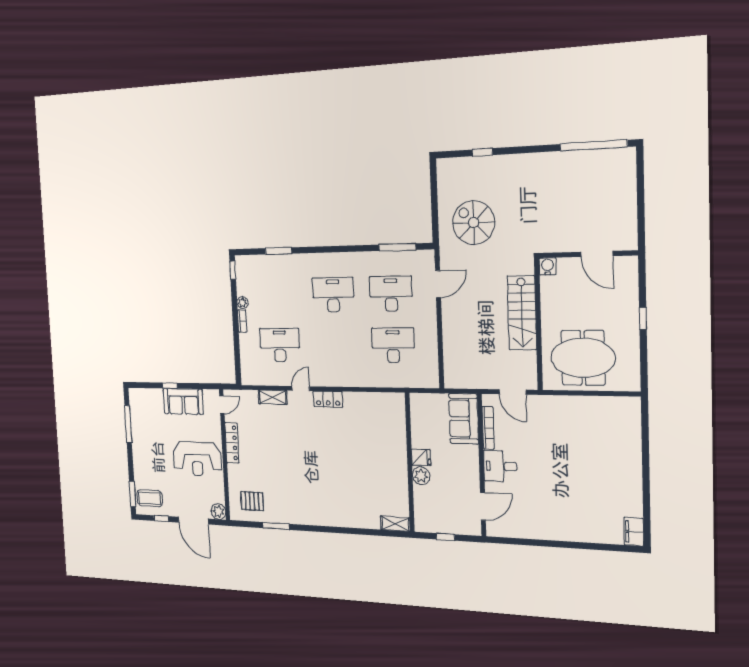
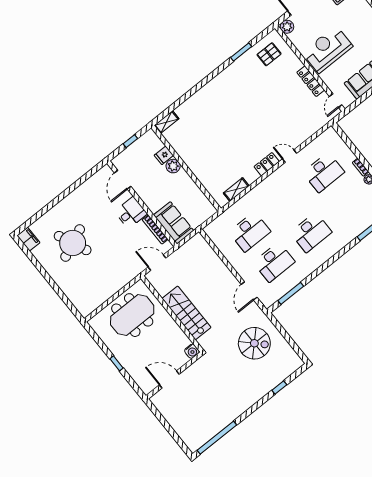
door: (301, 388) -> (290, 156), swing flipped
shelving: (273, 397) -> (236, 190), moved
fridge: (421, 457) -> (164, 155), moved
round table: (588, 487) -> (73, 243), added

